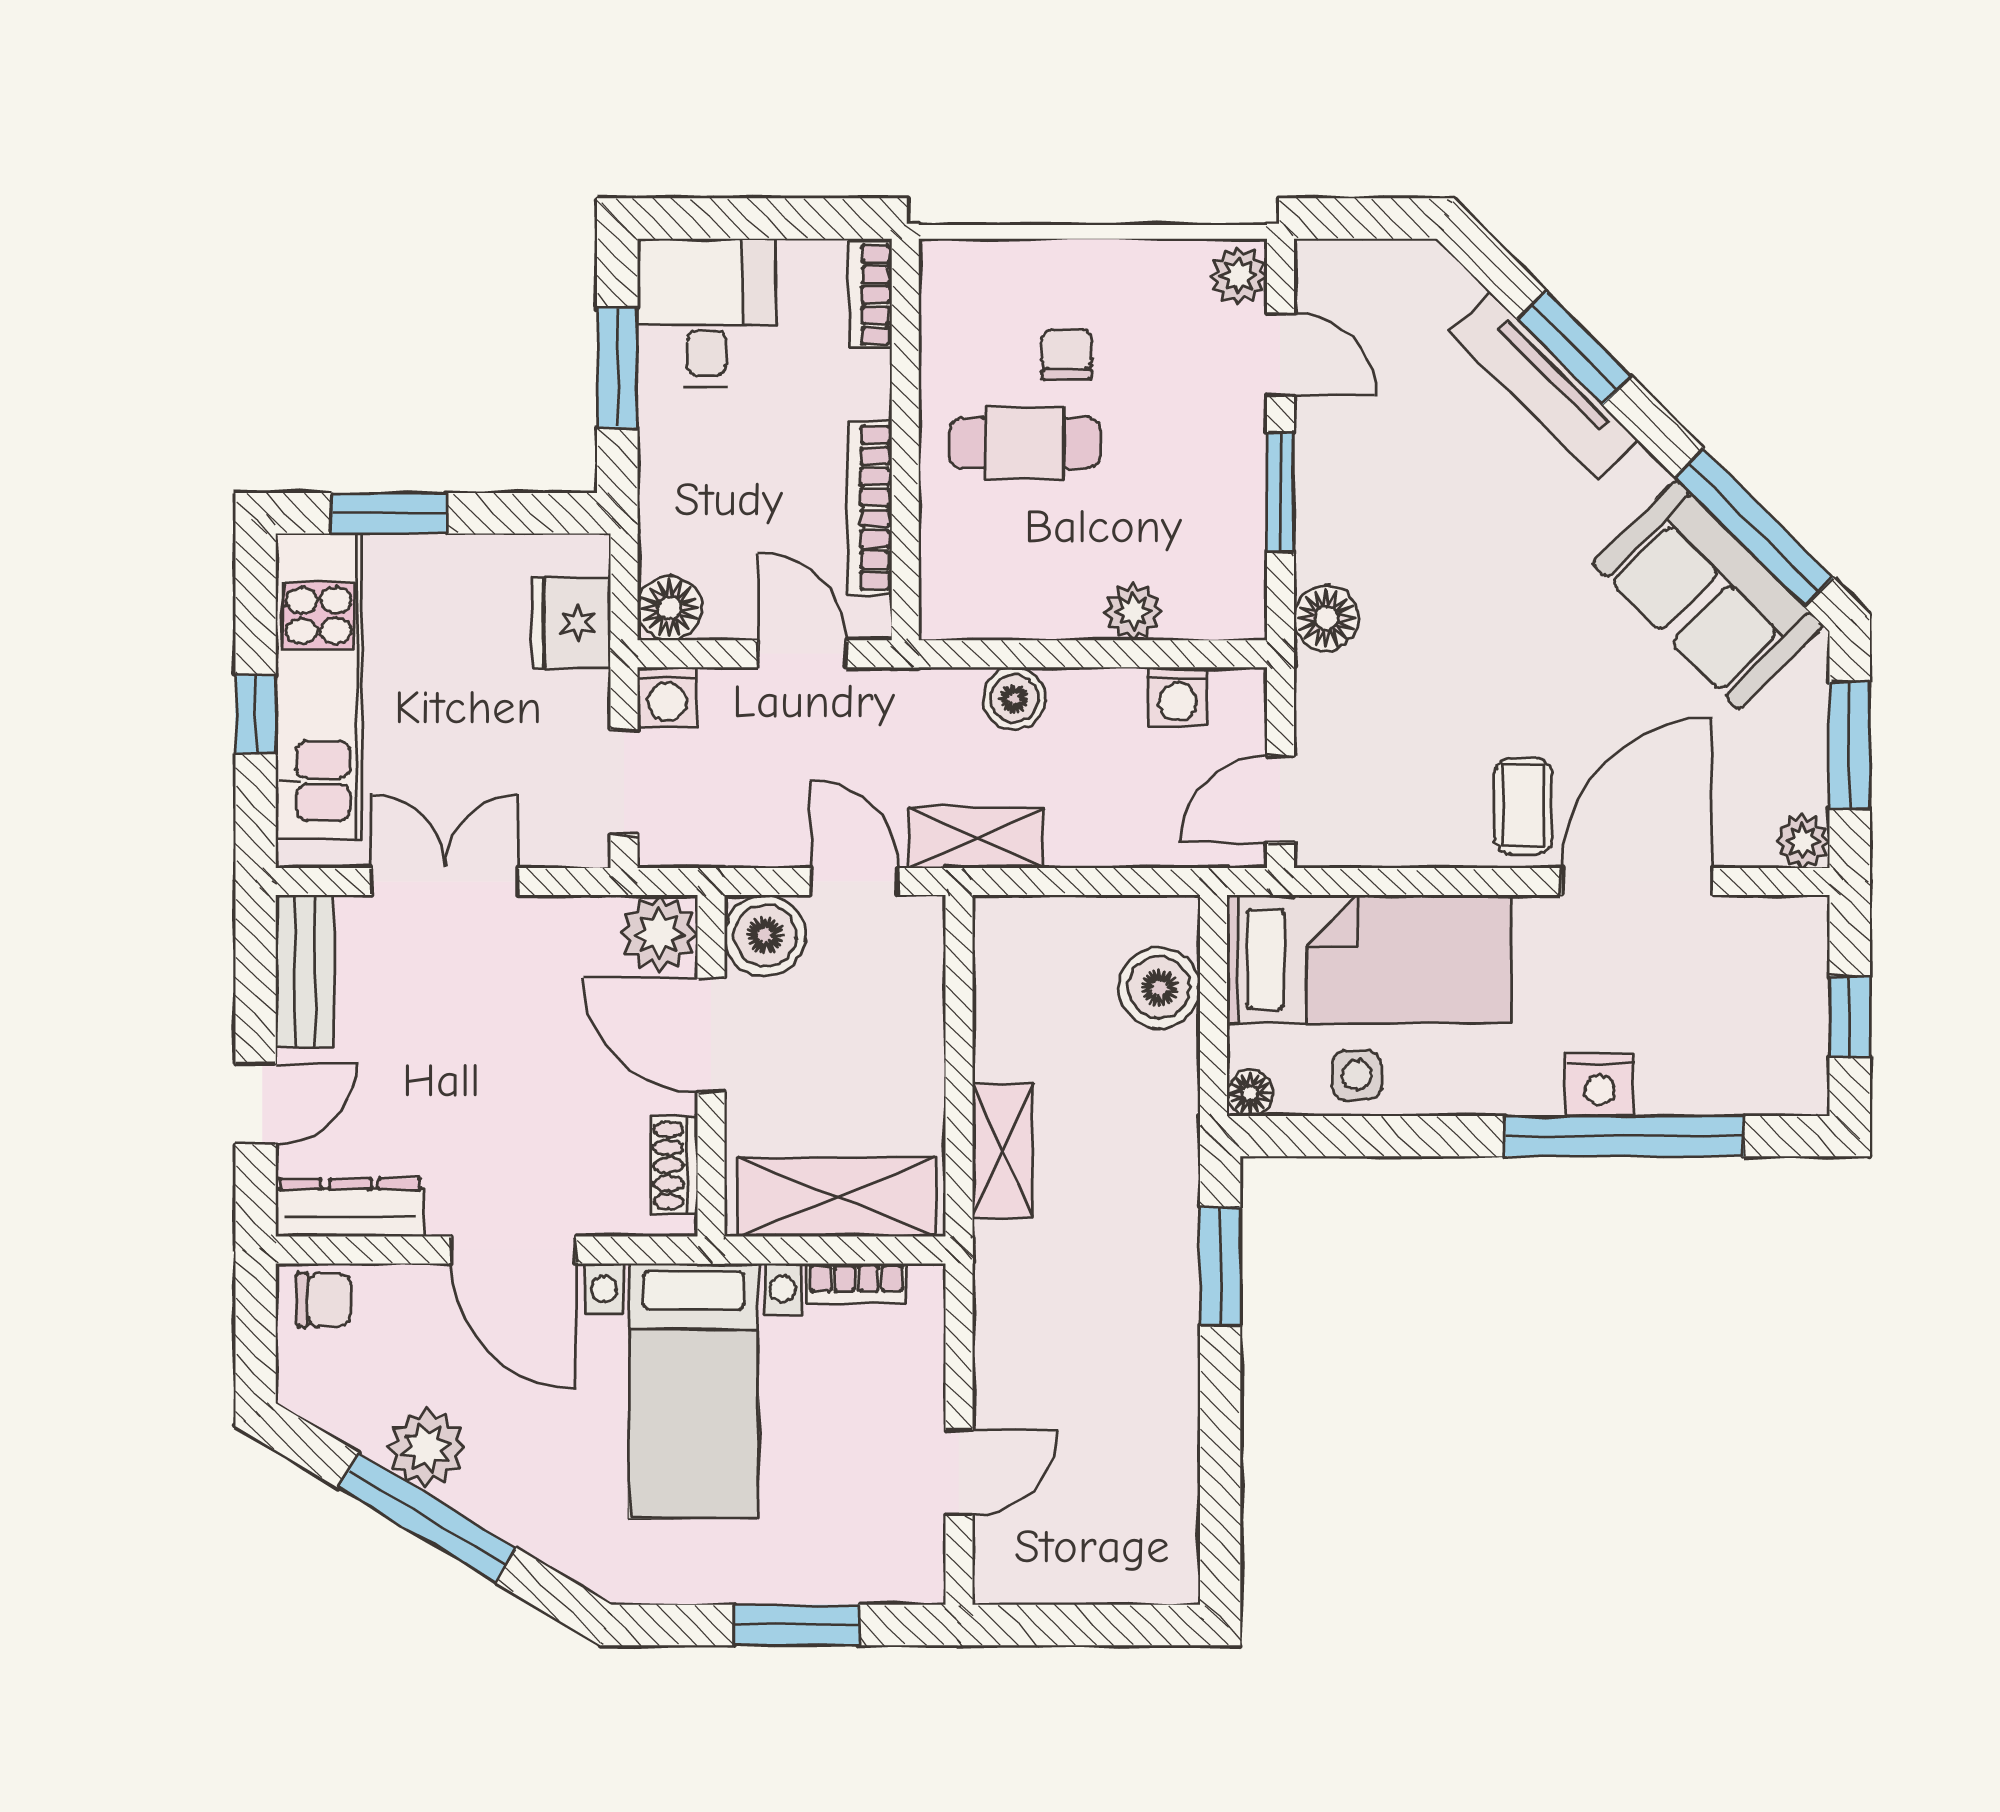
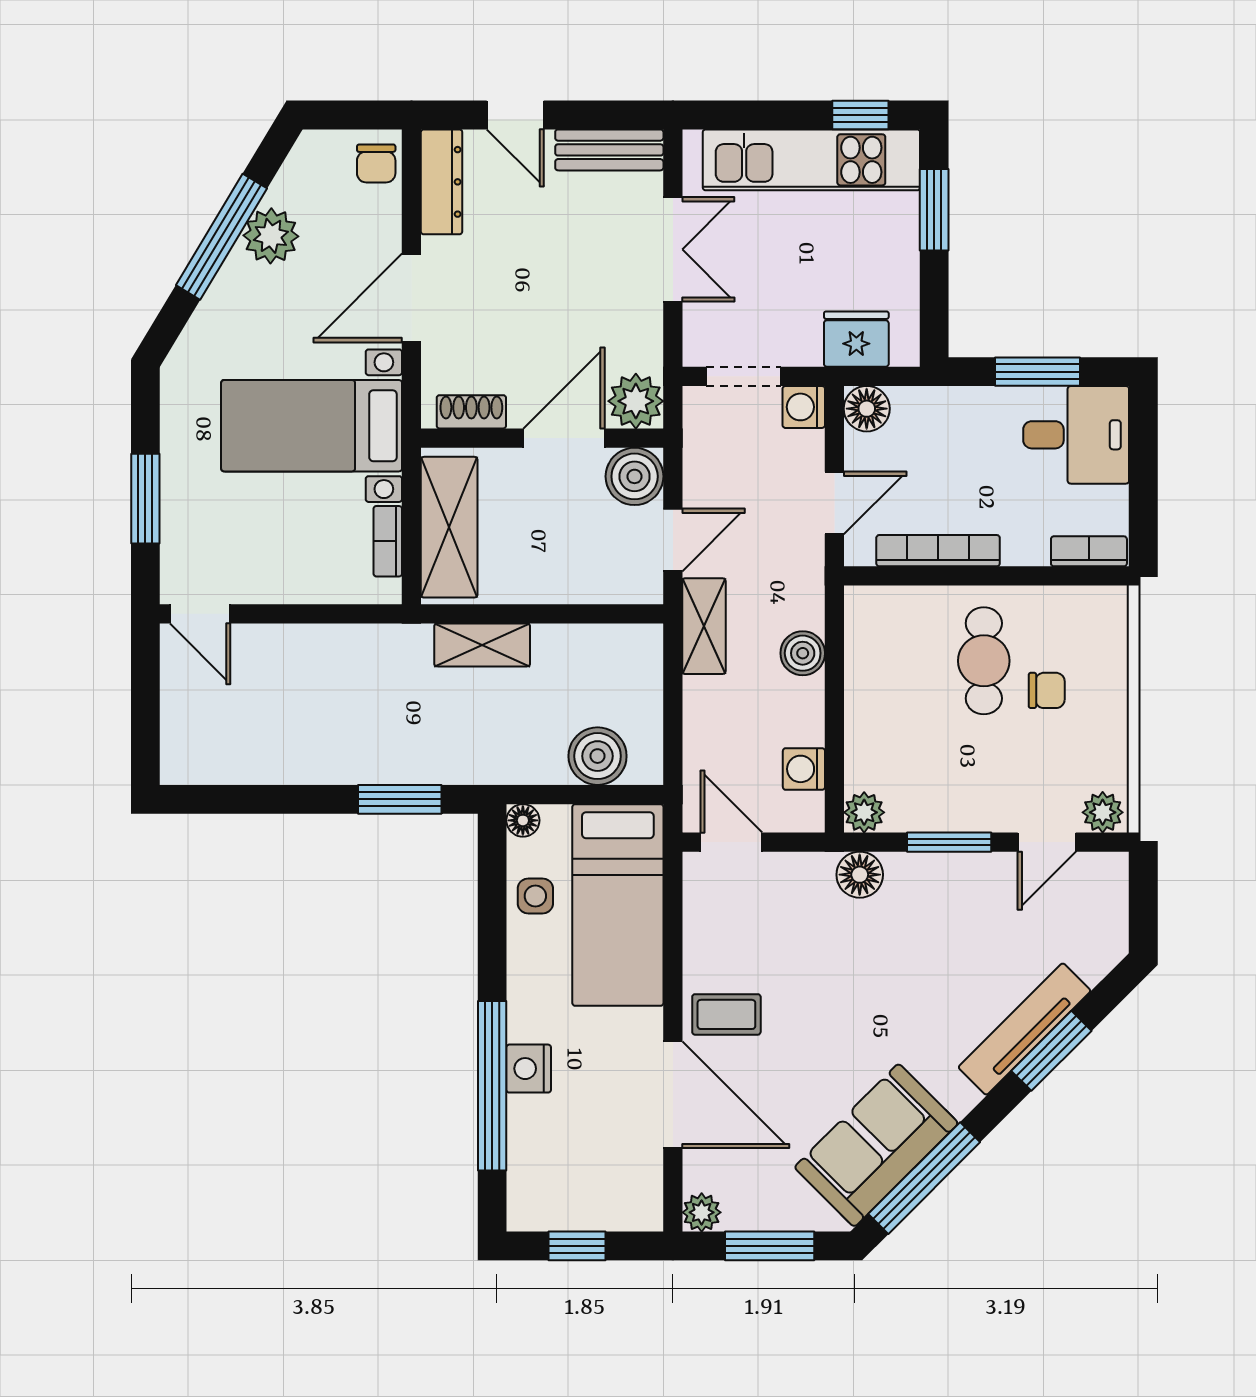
plant: (1133, 612) -> (864, 812), moved
window: (256, 714) -> (860, 115), moved
door: (959, 1473) -> (200, 614), moved

